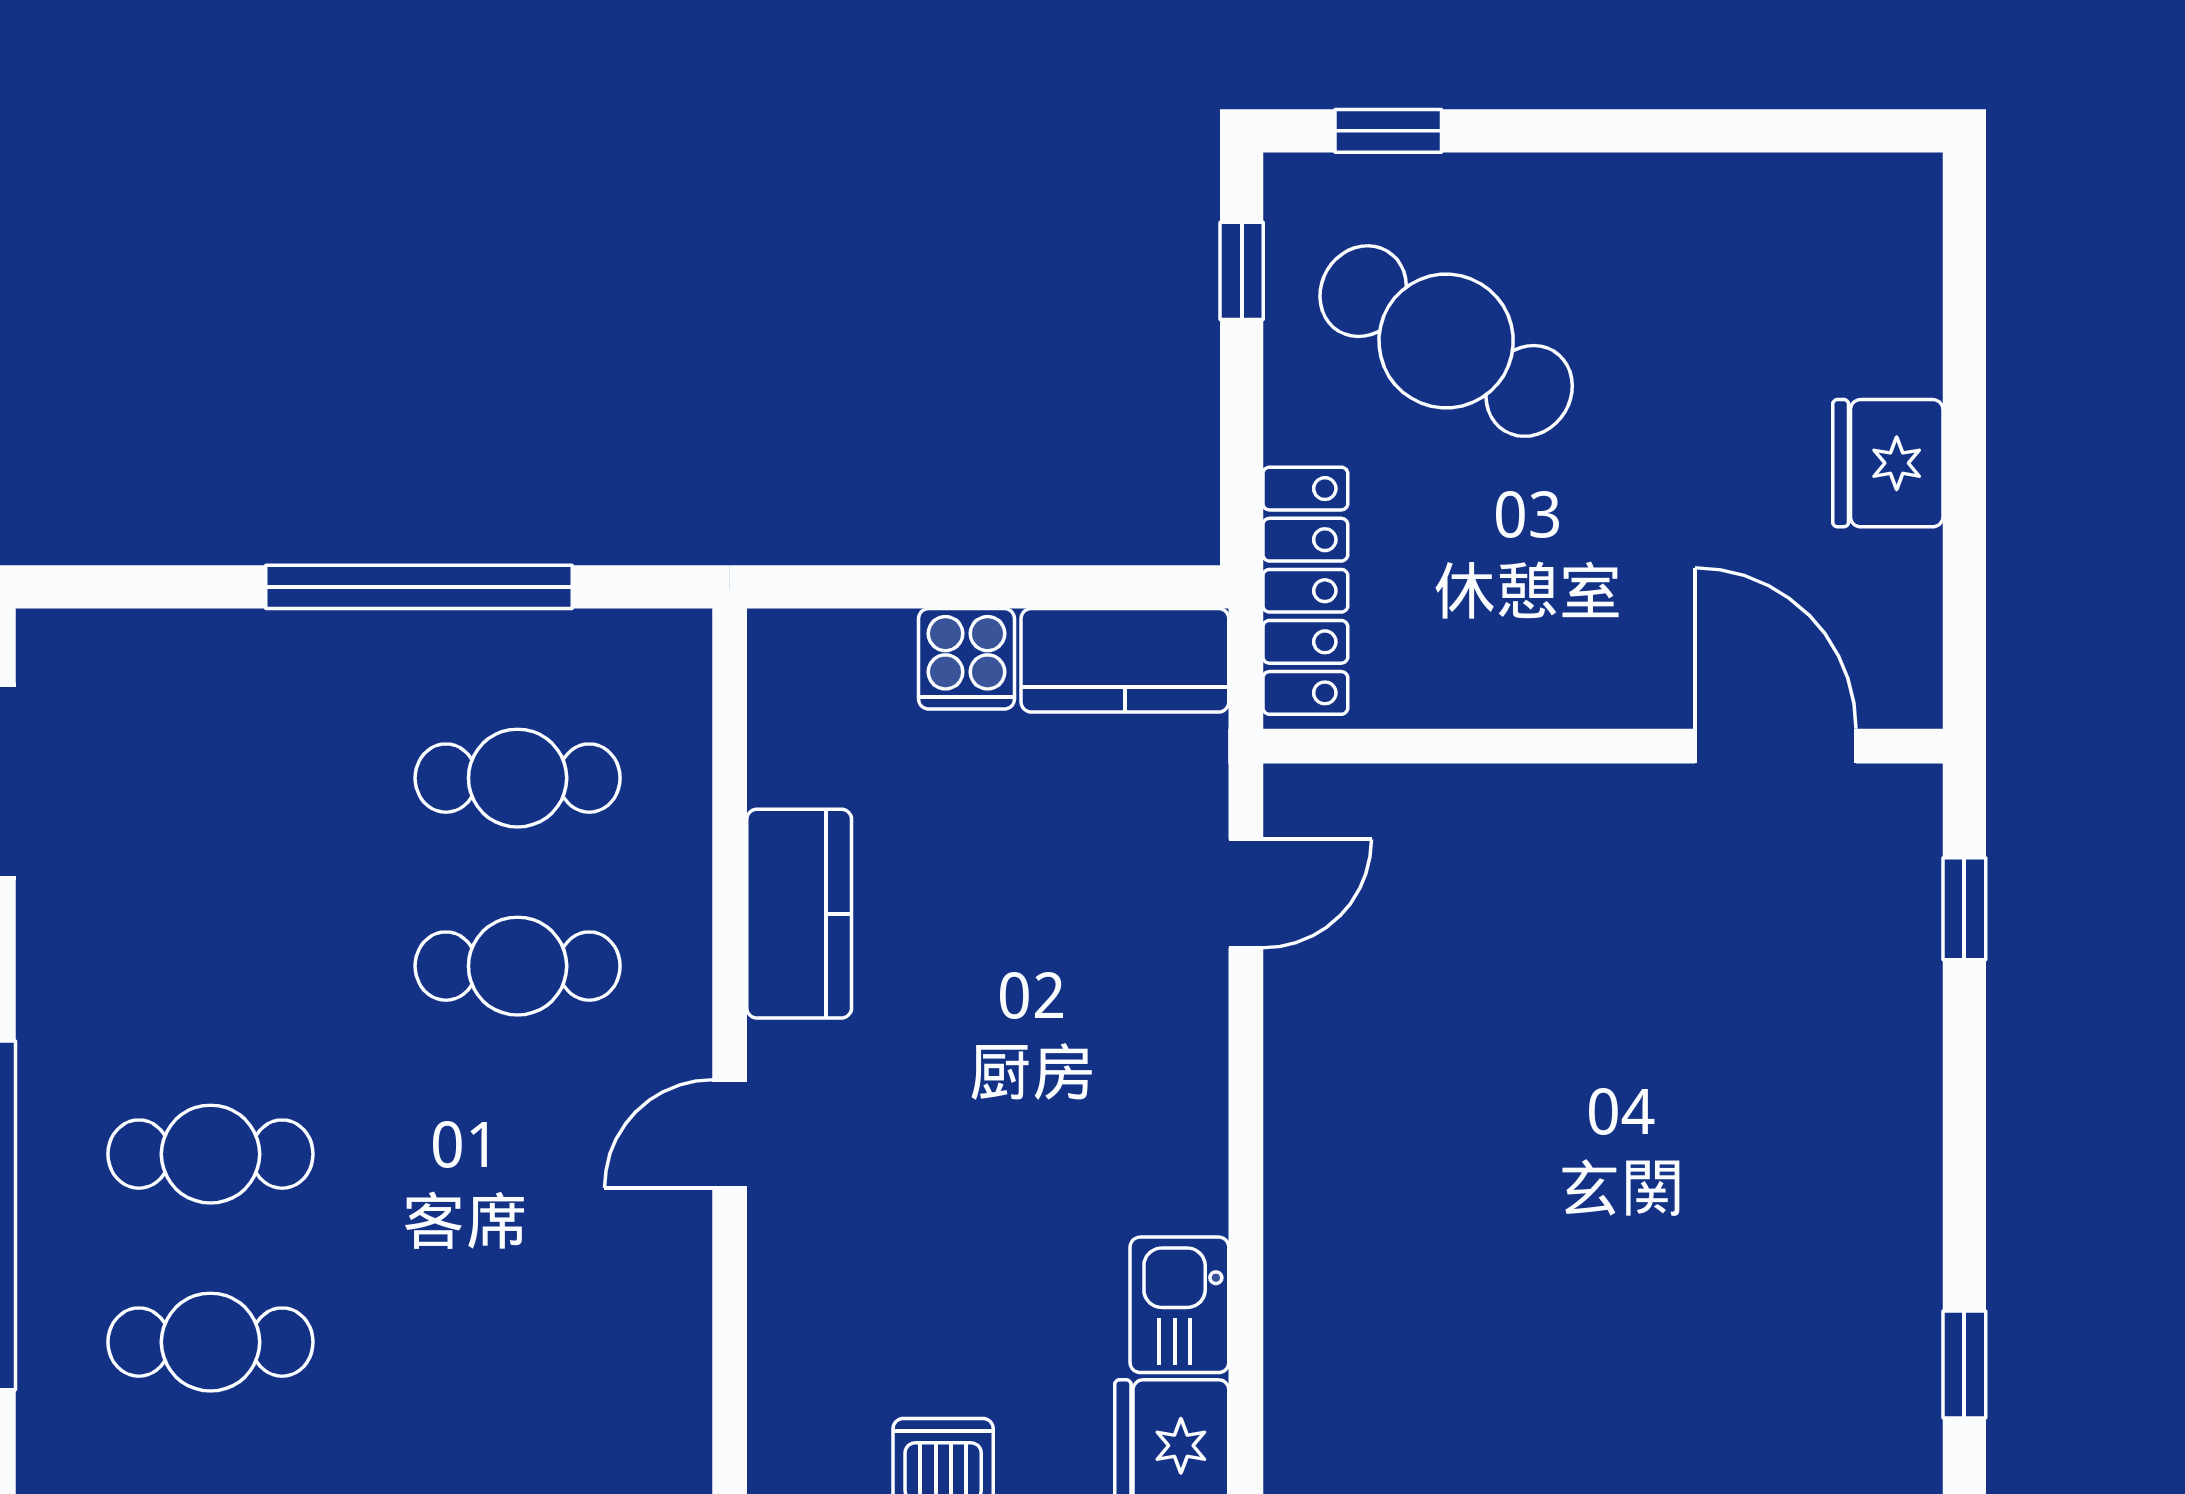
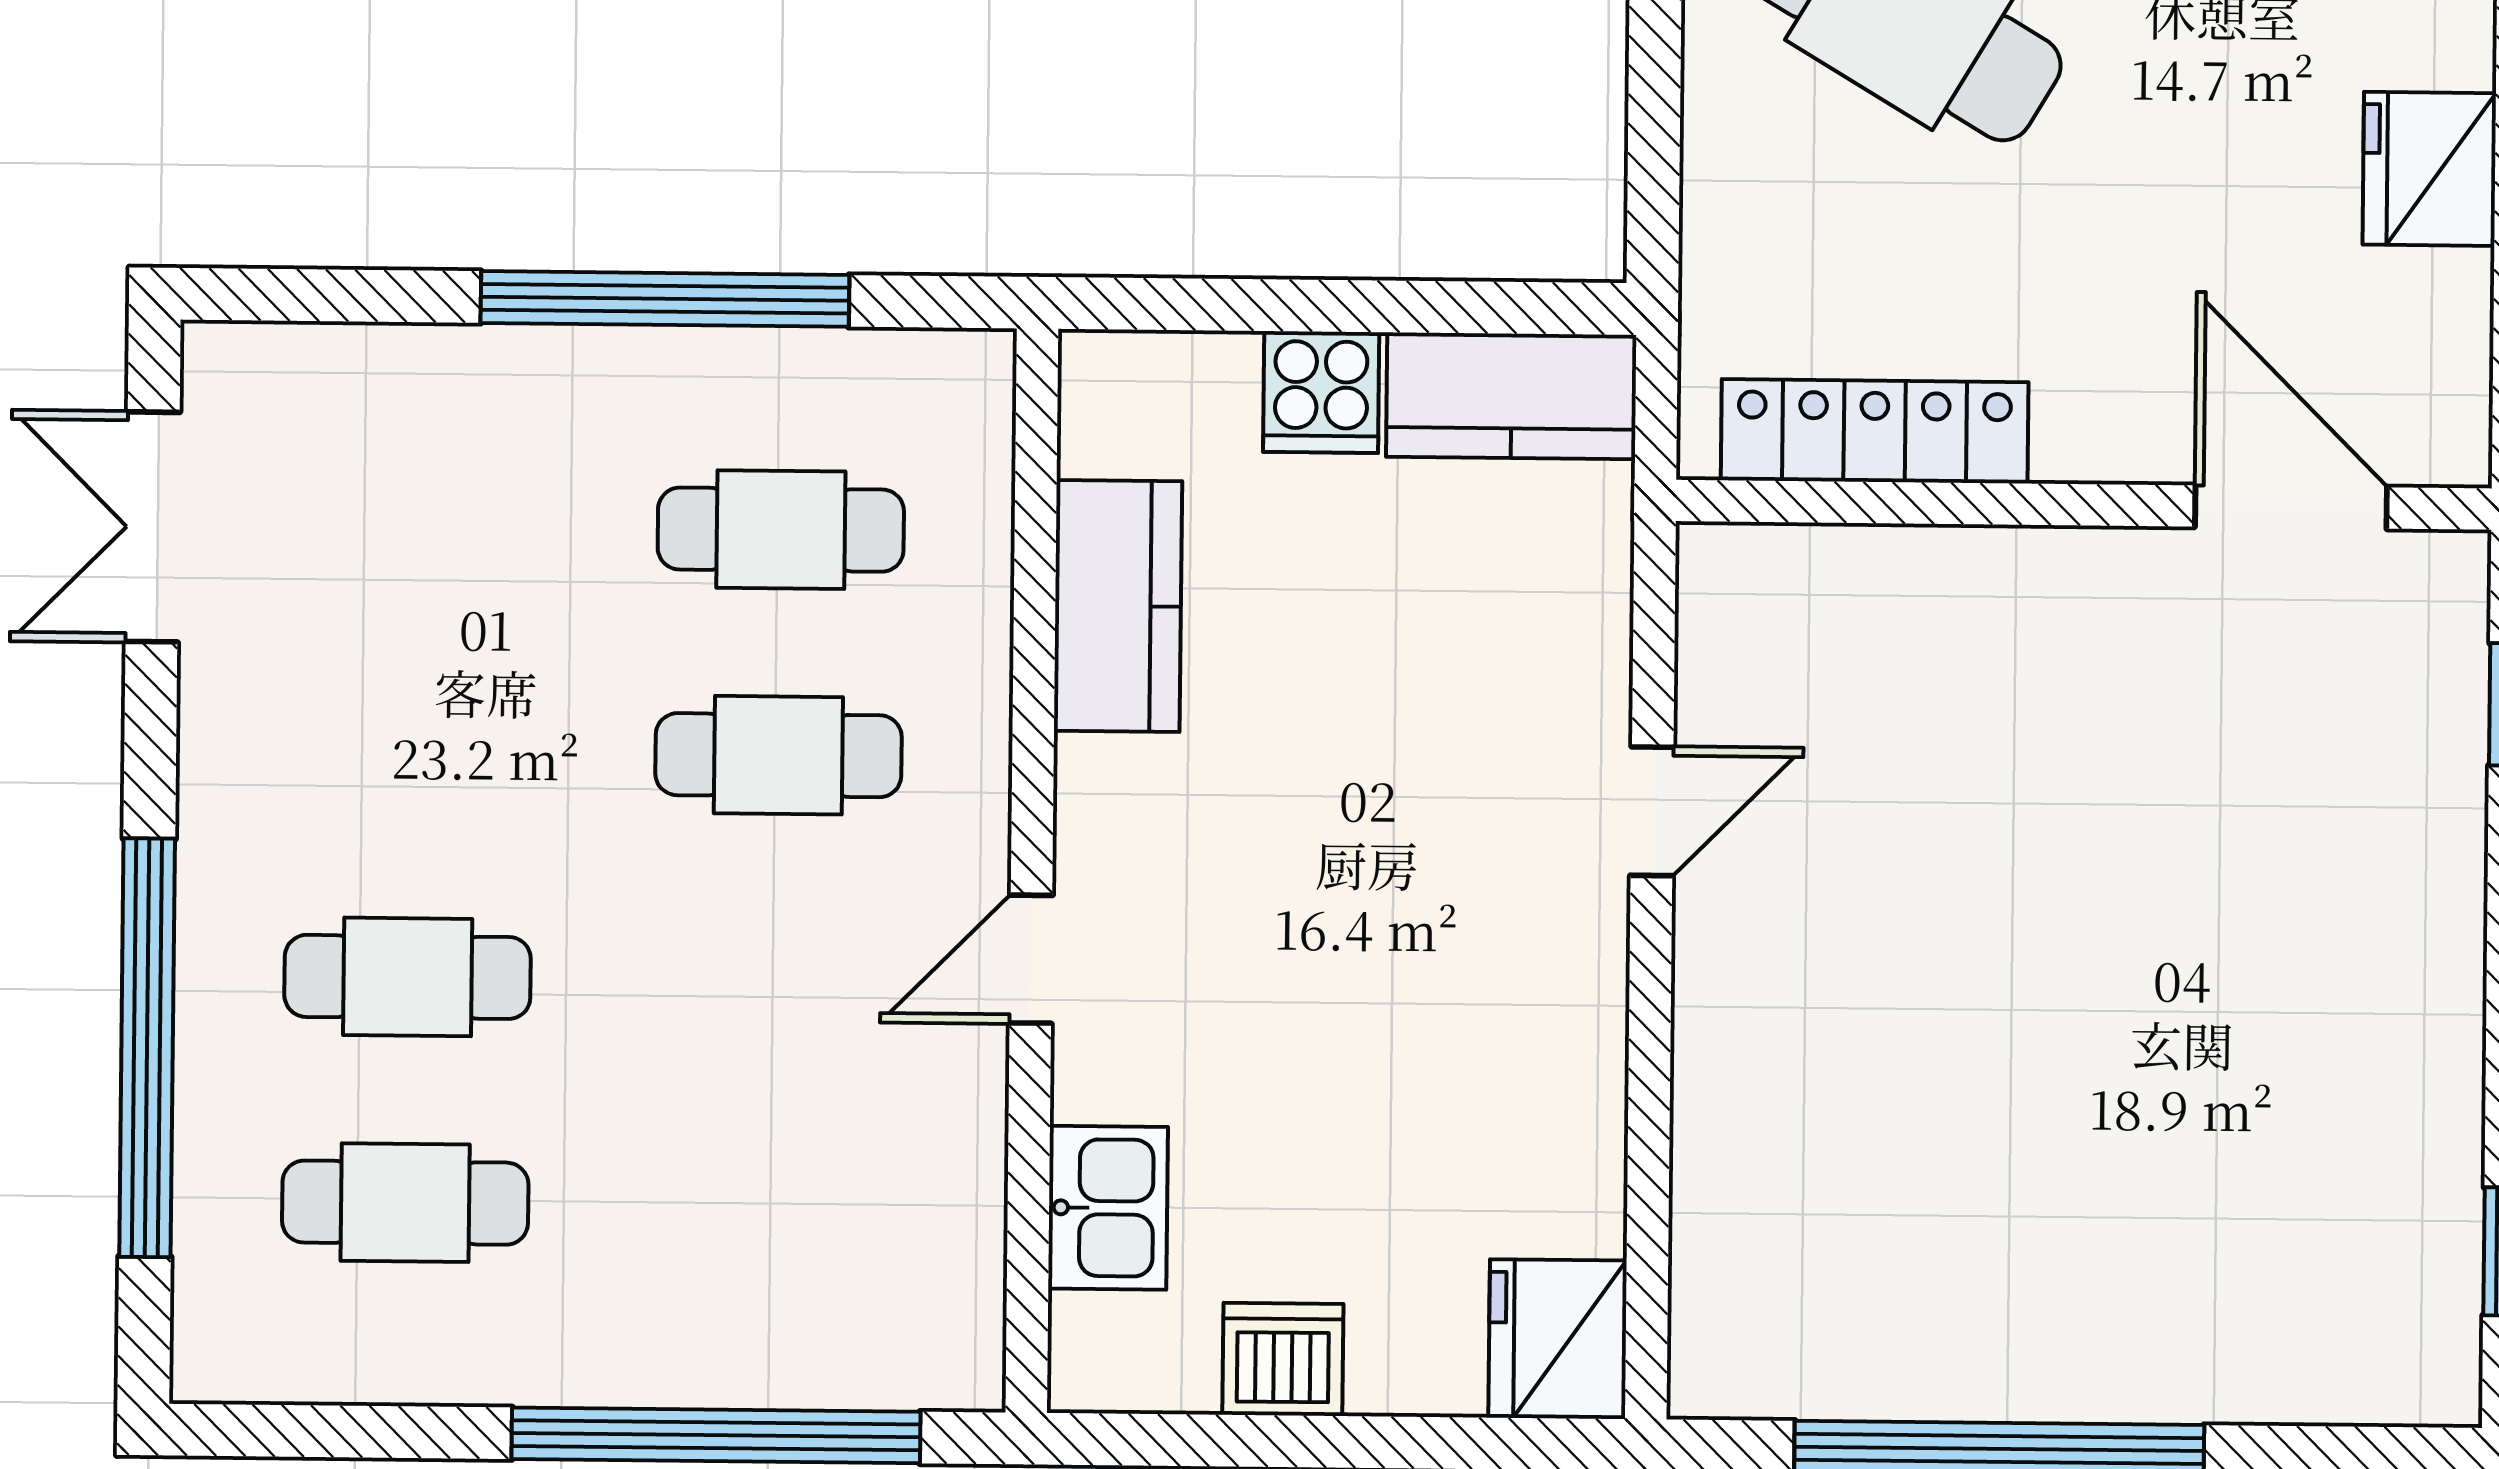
locker: (1305, 591) -> (1875, 431), moved, turned -90
door: (1246, 894) -> (1652, 811), moved
kitchen counter: (799, 914) -> (1118, 606), moved
kitchen sink: (1179, 1305) -> (1108, 1208), moved, turned 180

